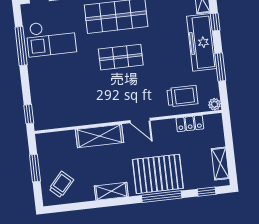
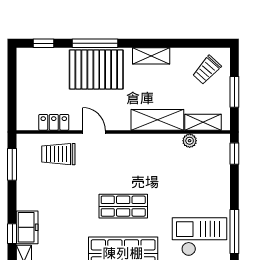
freezer: (202, 42) -> (27, 227), width x0.52, depth x0.79
window: (220, 67) -> (12, 164), moved
plant: (215, 104) -> (190, 141), moved
door: (140, 121) -> (94, 132), moved
shelving: (220, 164) -> (203, 122), moved, turned 90

